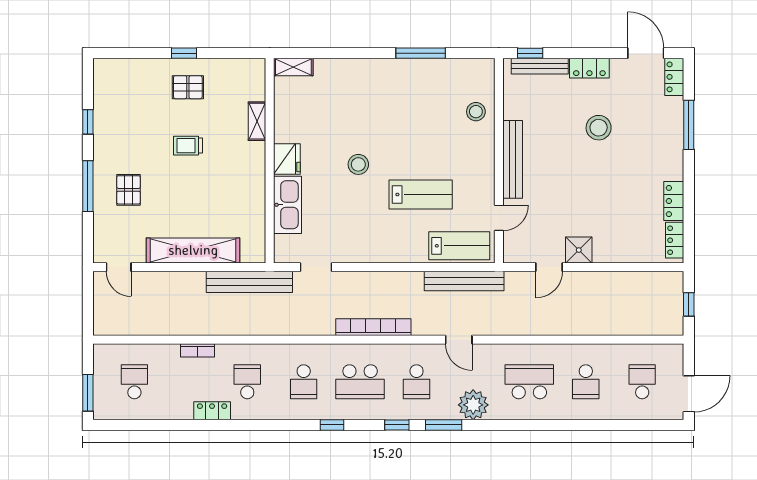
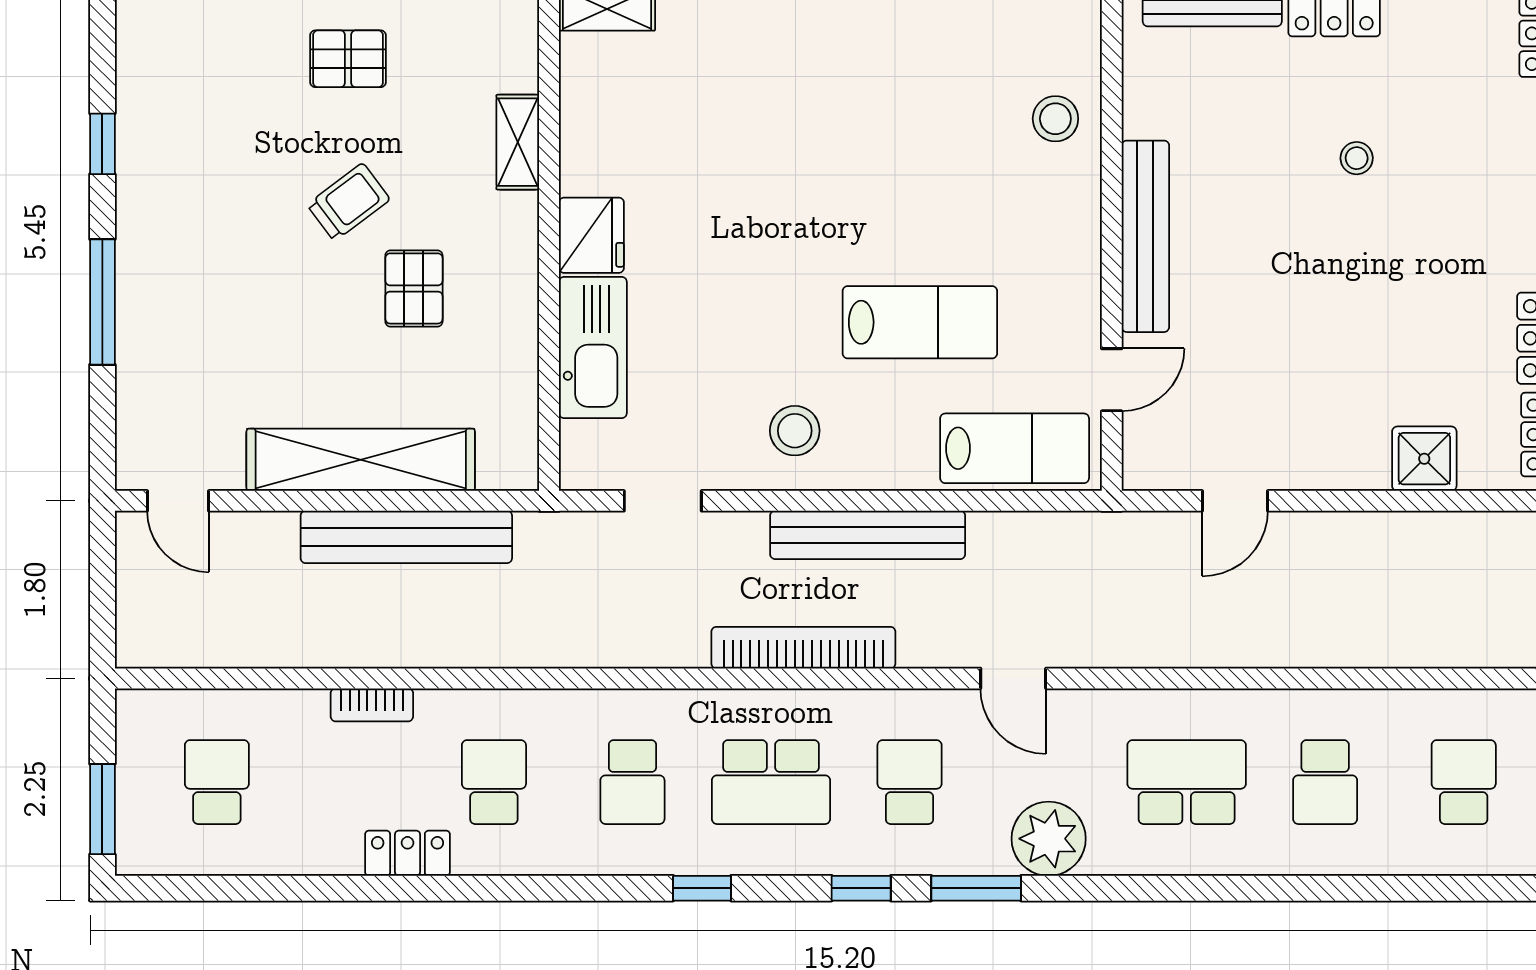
stool: (599, 128) -> (1357, 158), width x0.53, depth x0.53
trolley: (188, 146) -> (349, 202), turned 143
stool: (358, 164) -> (795, 431), moved
pallet: (128, 190) -> (414, 288), moved
shower: (579, 250) -> (1424, 459), moved
bench: (464, 281) -> (868, 535), moved
bench: (249, 282) -> (406, 537), moved
school desk: (417, 382) -> (910, 782), turned 180

